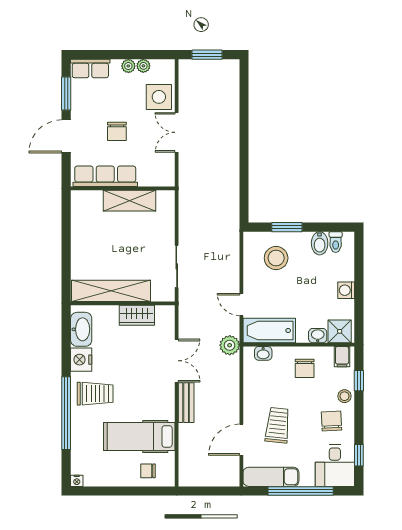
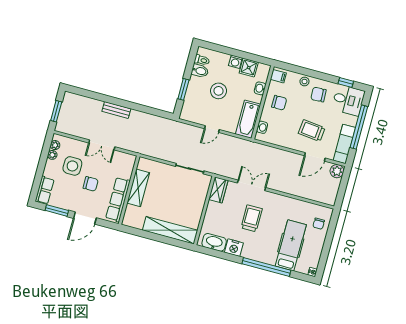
plant: (128, 66) -> (55, 145), moved
side table: (159, 97) -> (72, 166), moved
door: (66, 136) -> (85, 218), hinge flipped
stool: (276, 258) -> (219, 91), moved
shelving: (111, 291) -> (170, 230), moved, turned 90
door: (241, 305) -> (212, 129), moved
wardrobe: (137, 315) -> (218, 190), moved
shower: (340, 331) -> (249, 68), moved
plant: (230, 345) -> (337, 171), moved
window: (359, 381) -> (297, 69), removed
trolley: (95, 394) -> (252, 218), moved
bench: (186, 403) -> (116, 110), moved
hospital bed: (139, 436) -> (291, 245), moved, turned 180
door: (241, 440) -> (315, 157), hinge flipped

